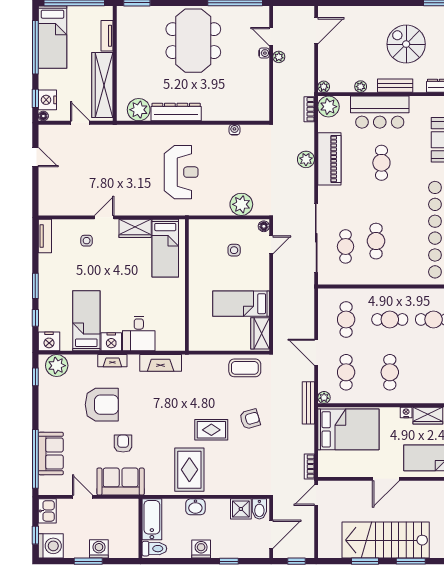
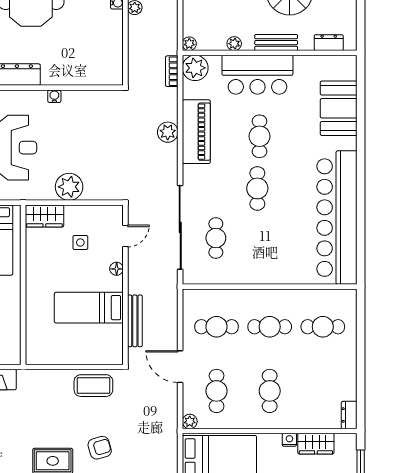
water cooler: (234, 130) -> (54, 96), moved
plant: (241, 204) -> (69, 187), moved
floor lamp: (264, 226) -> (117, 269), moved
cafe table: (376, 241) -> (257, 188), moved
cafe table: (346, 319) -> (217, 327), turned 90
wardrobe: (260, 333) -> (44, 216), moved, turned -90
bench: (308, 403) -> (135, 321), moved

